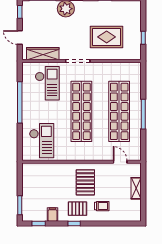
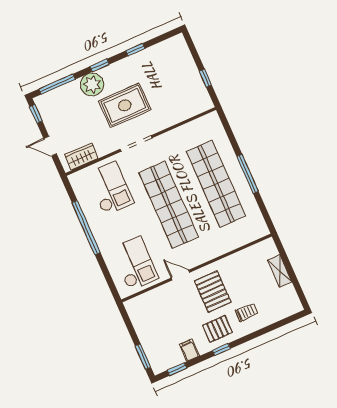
rug: (107, 37) -> (125, 105), moved
wardrobe: (43, 54) -> (81, 157), width x0.67
door: (120, 162) -> (180, 275), moved

